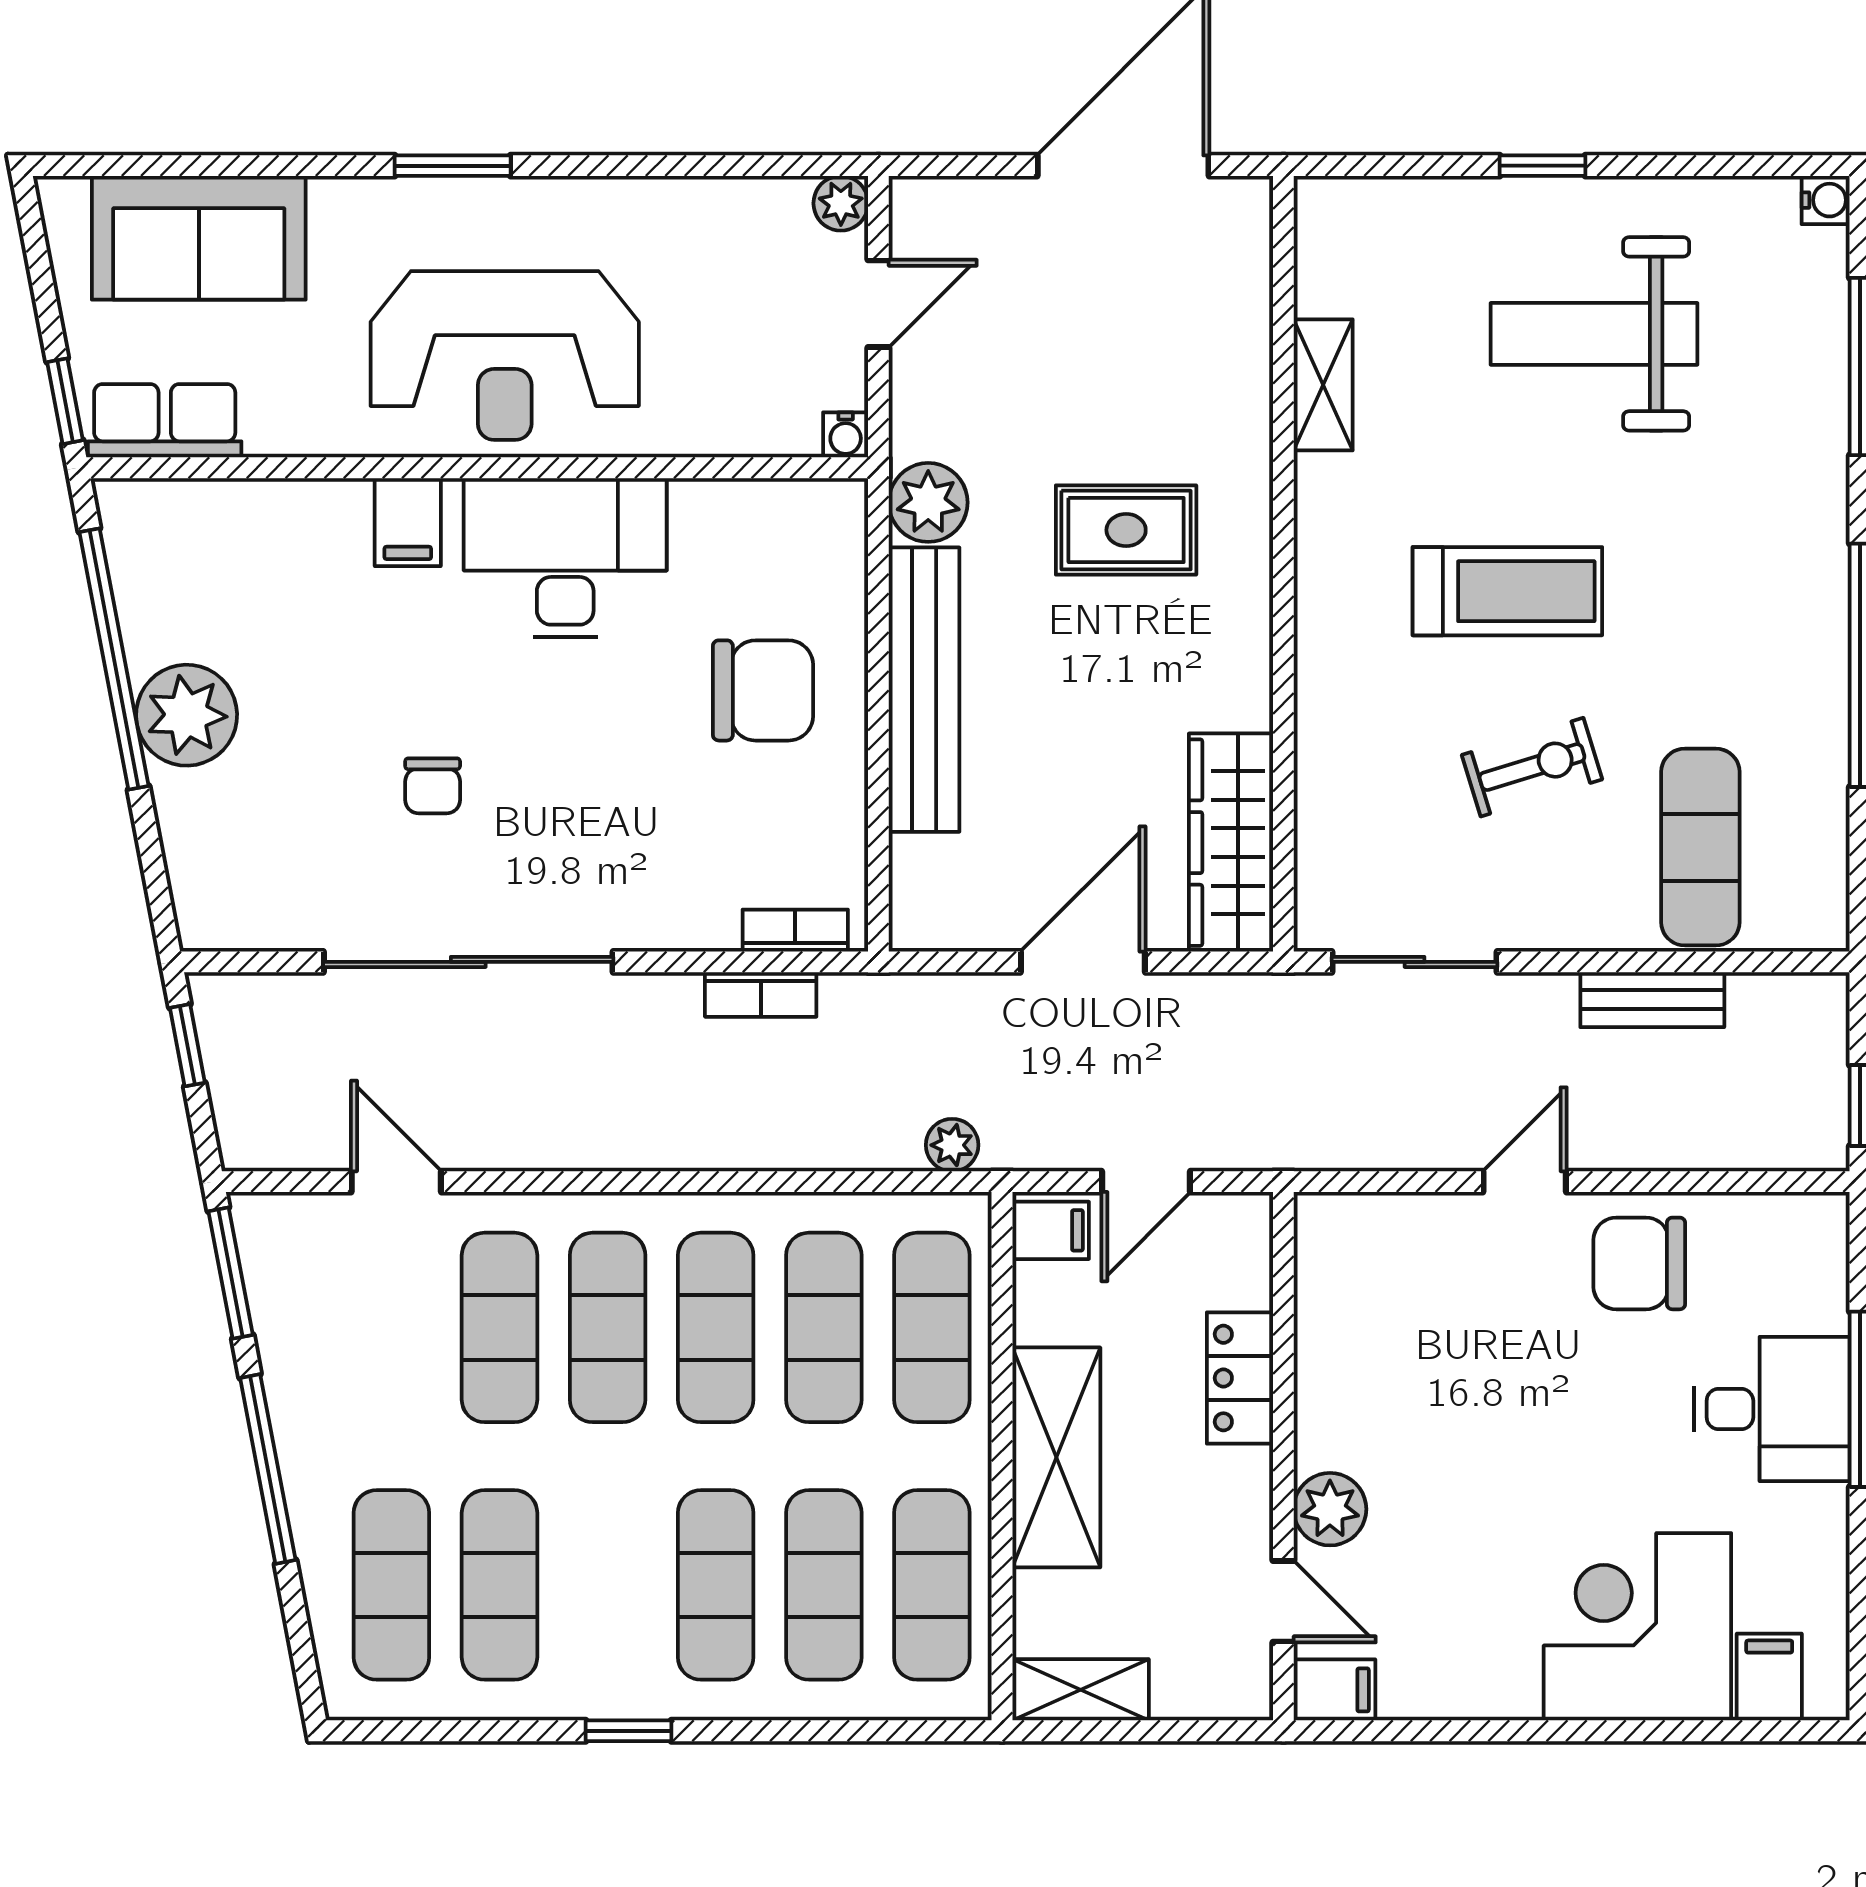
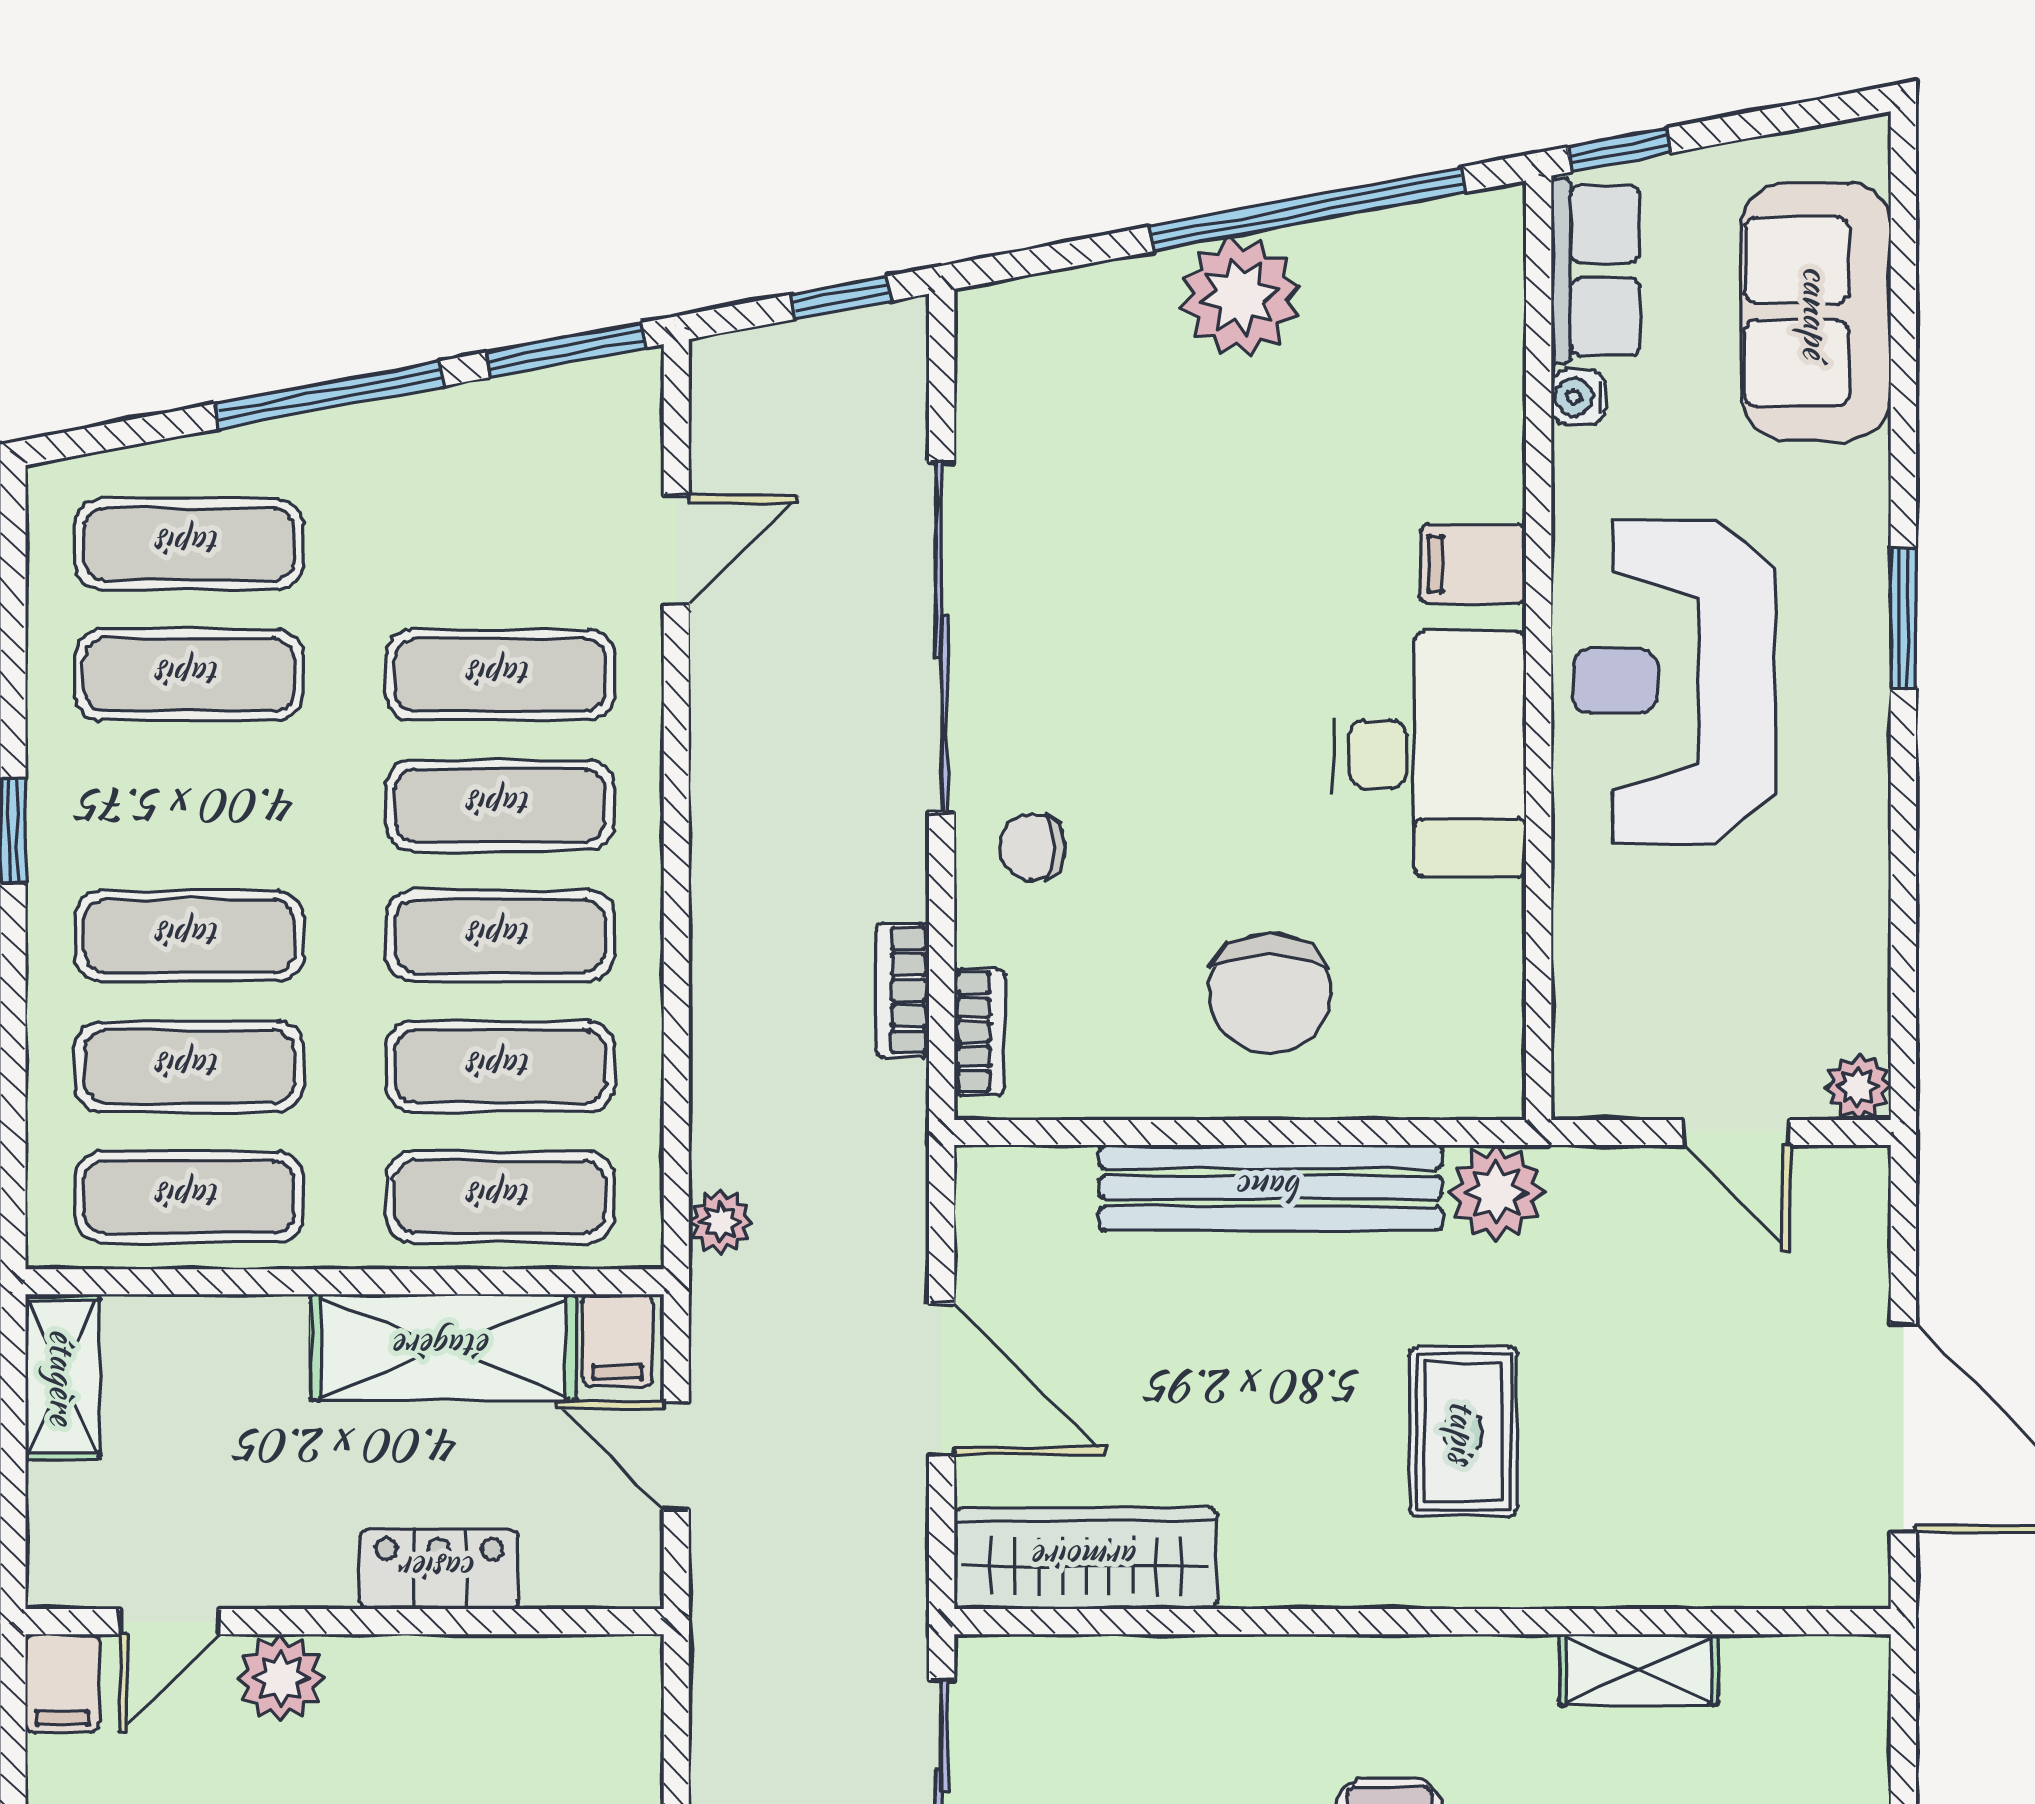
water cooler: (846, 435) -> (1578, 397), moved
chair: (433, 786) -> (1033, 847), moved
shelving: (1056, 1457) -> (443, 1347), moved

